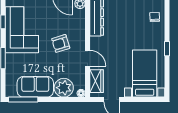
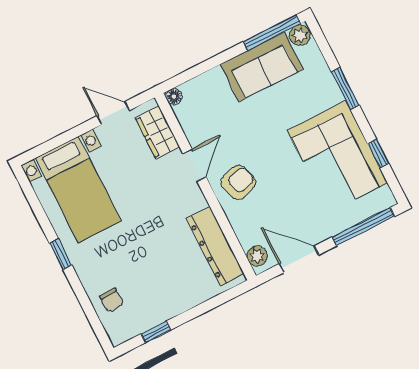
armchair: (61, 43) -> (238, 182), moved
door: (87, 58) -> (194, 165), swing flipped
plant: (64, 88) -> (300, 35), moved, width x0.53, depth x0.53

